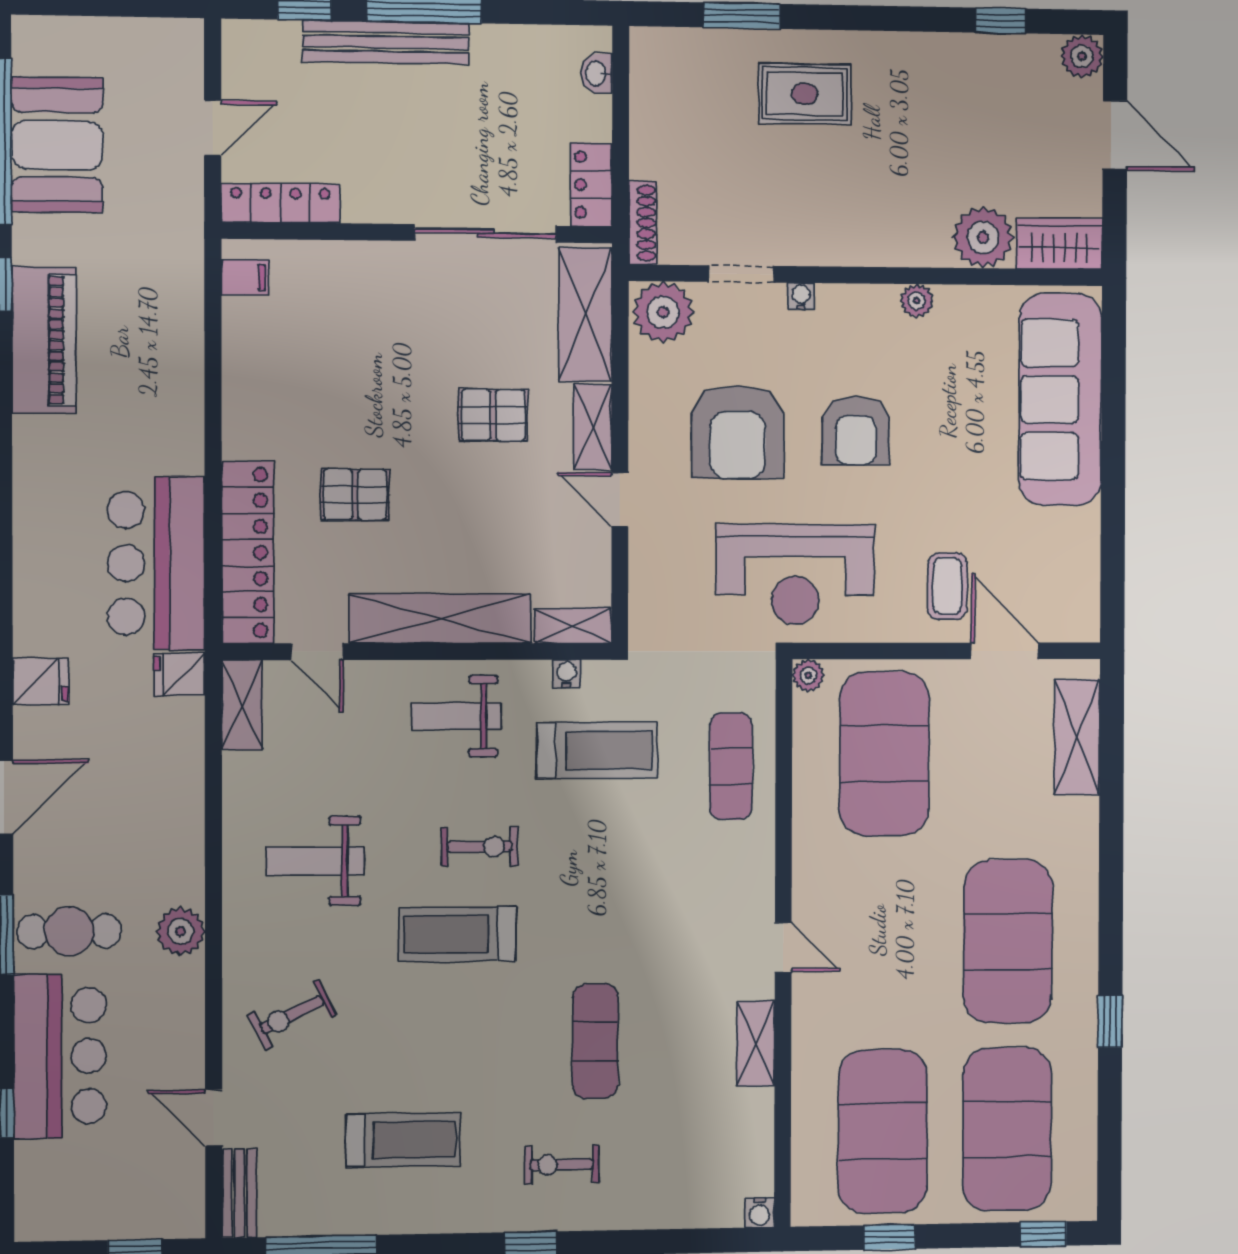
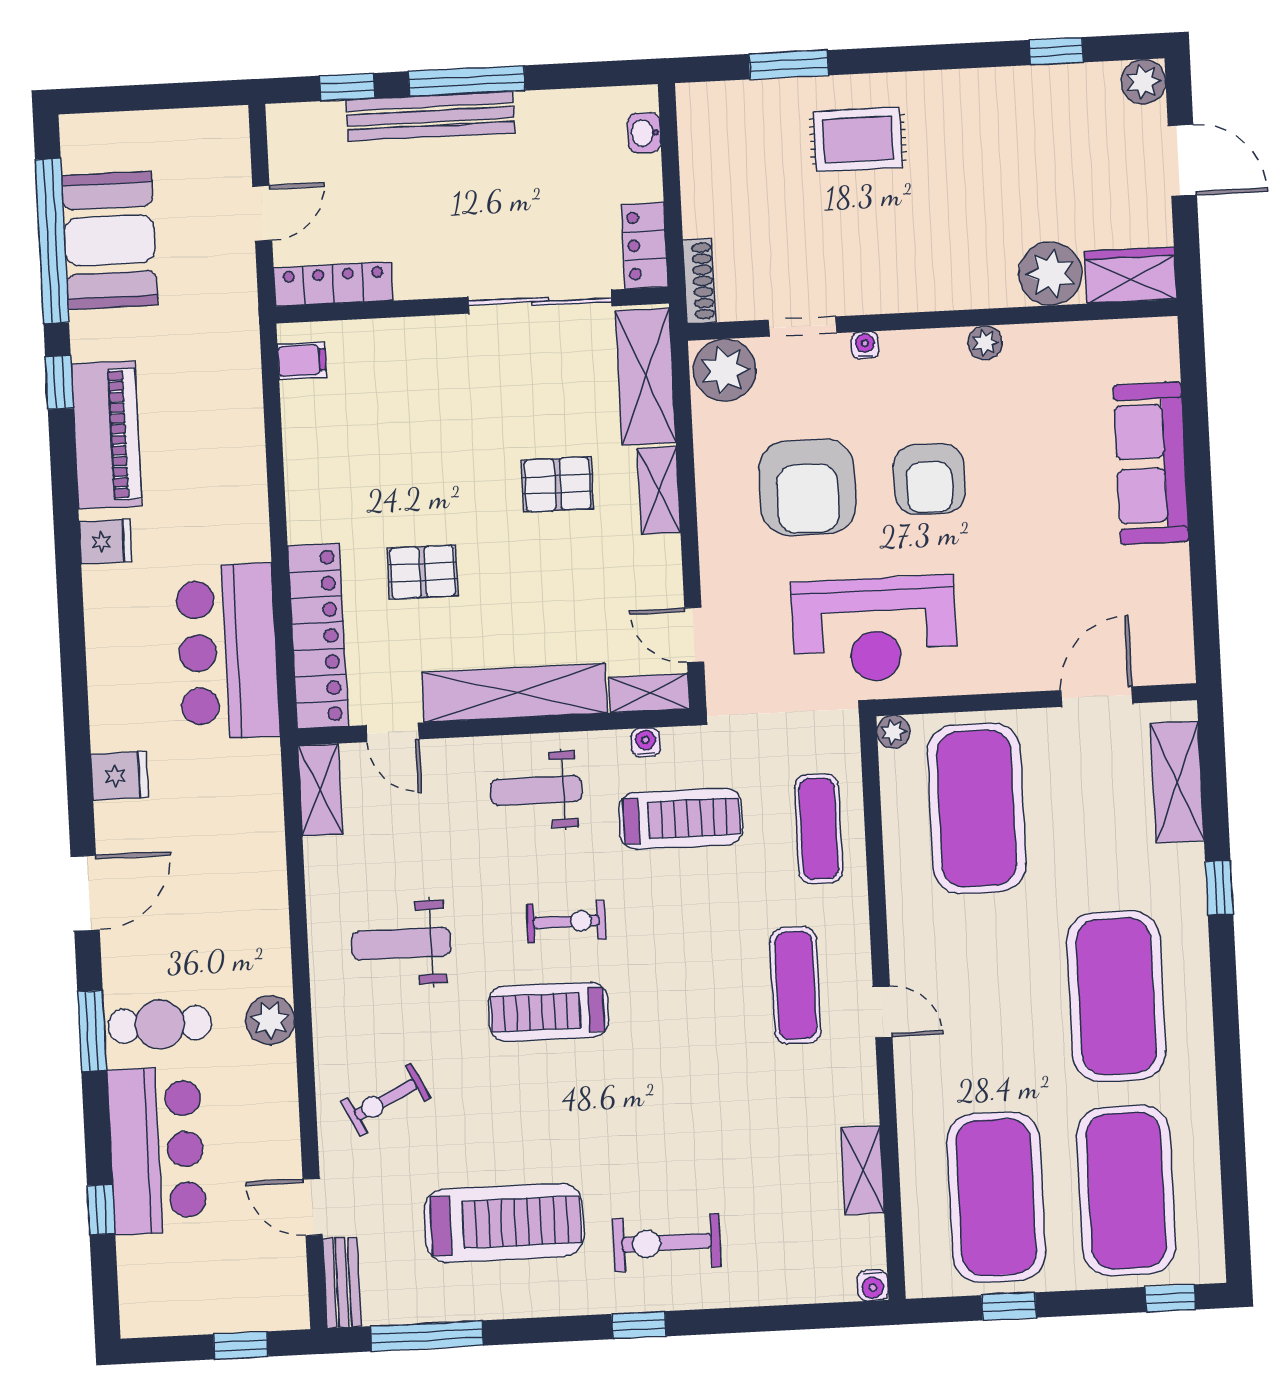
sofa: (1060, 400) -> (1151, 463), width x0.74, depth x0.79
door: (620, 500) -> (694, 635), moved
coffee table: (947, 586) -> (1033, 633), removed
door: (1005, 651) -> (1097, 697), hinge flipped
fridge: (179, 674) -> (105, 542), moved, turned 180
window: (1110, 1021) -> (1219, 888), moved
exercise mat: (595, 1041) -> (796, 985), moved
shelving: (756, 1043) -> (863, 1170), moved
treadmill: (403, 1140) -> (504, 1223), width x1.37, depth x1.38
exercise bike: (562, 1165) -> (667, 1243), width x1.38, depth x1.39

